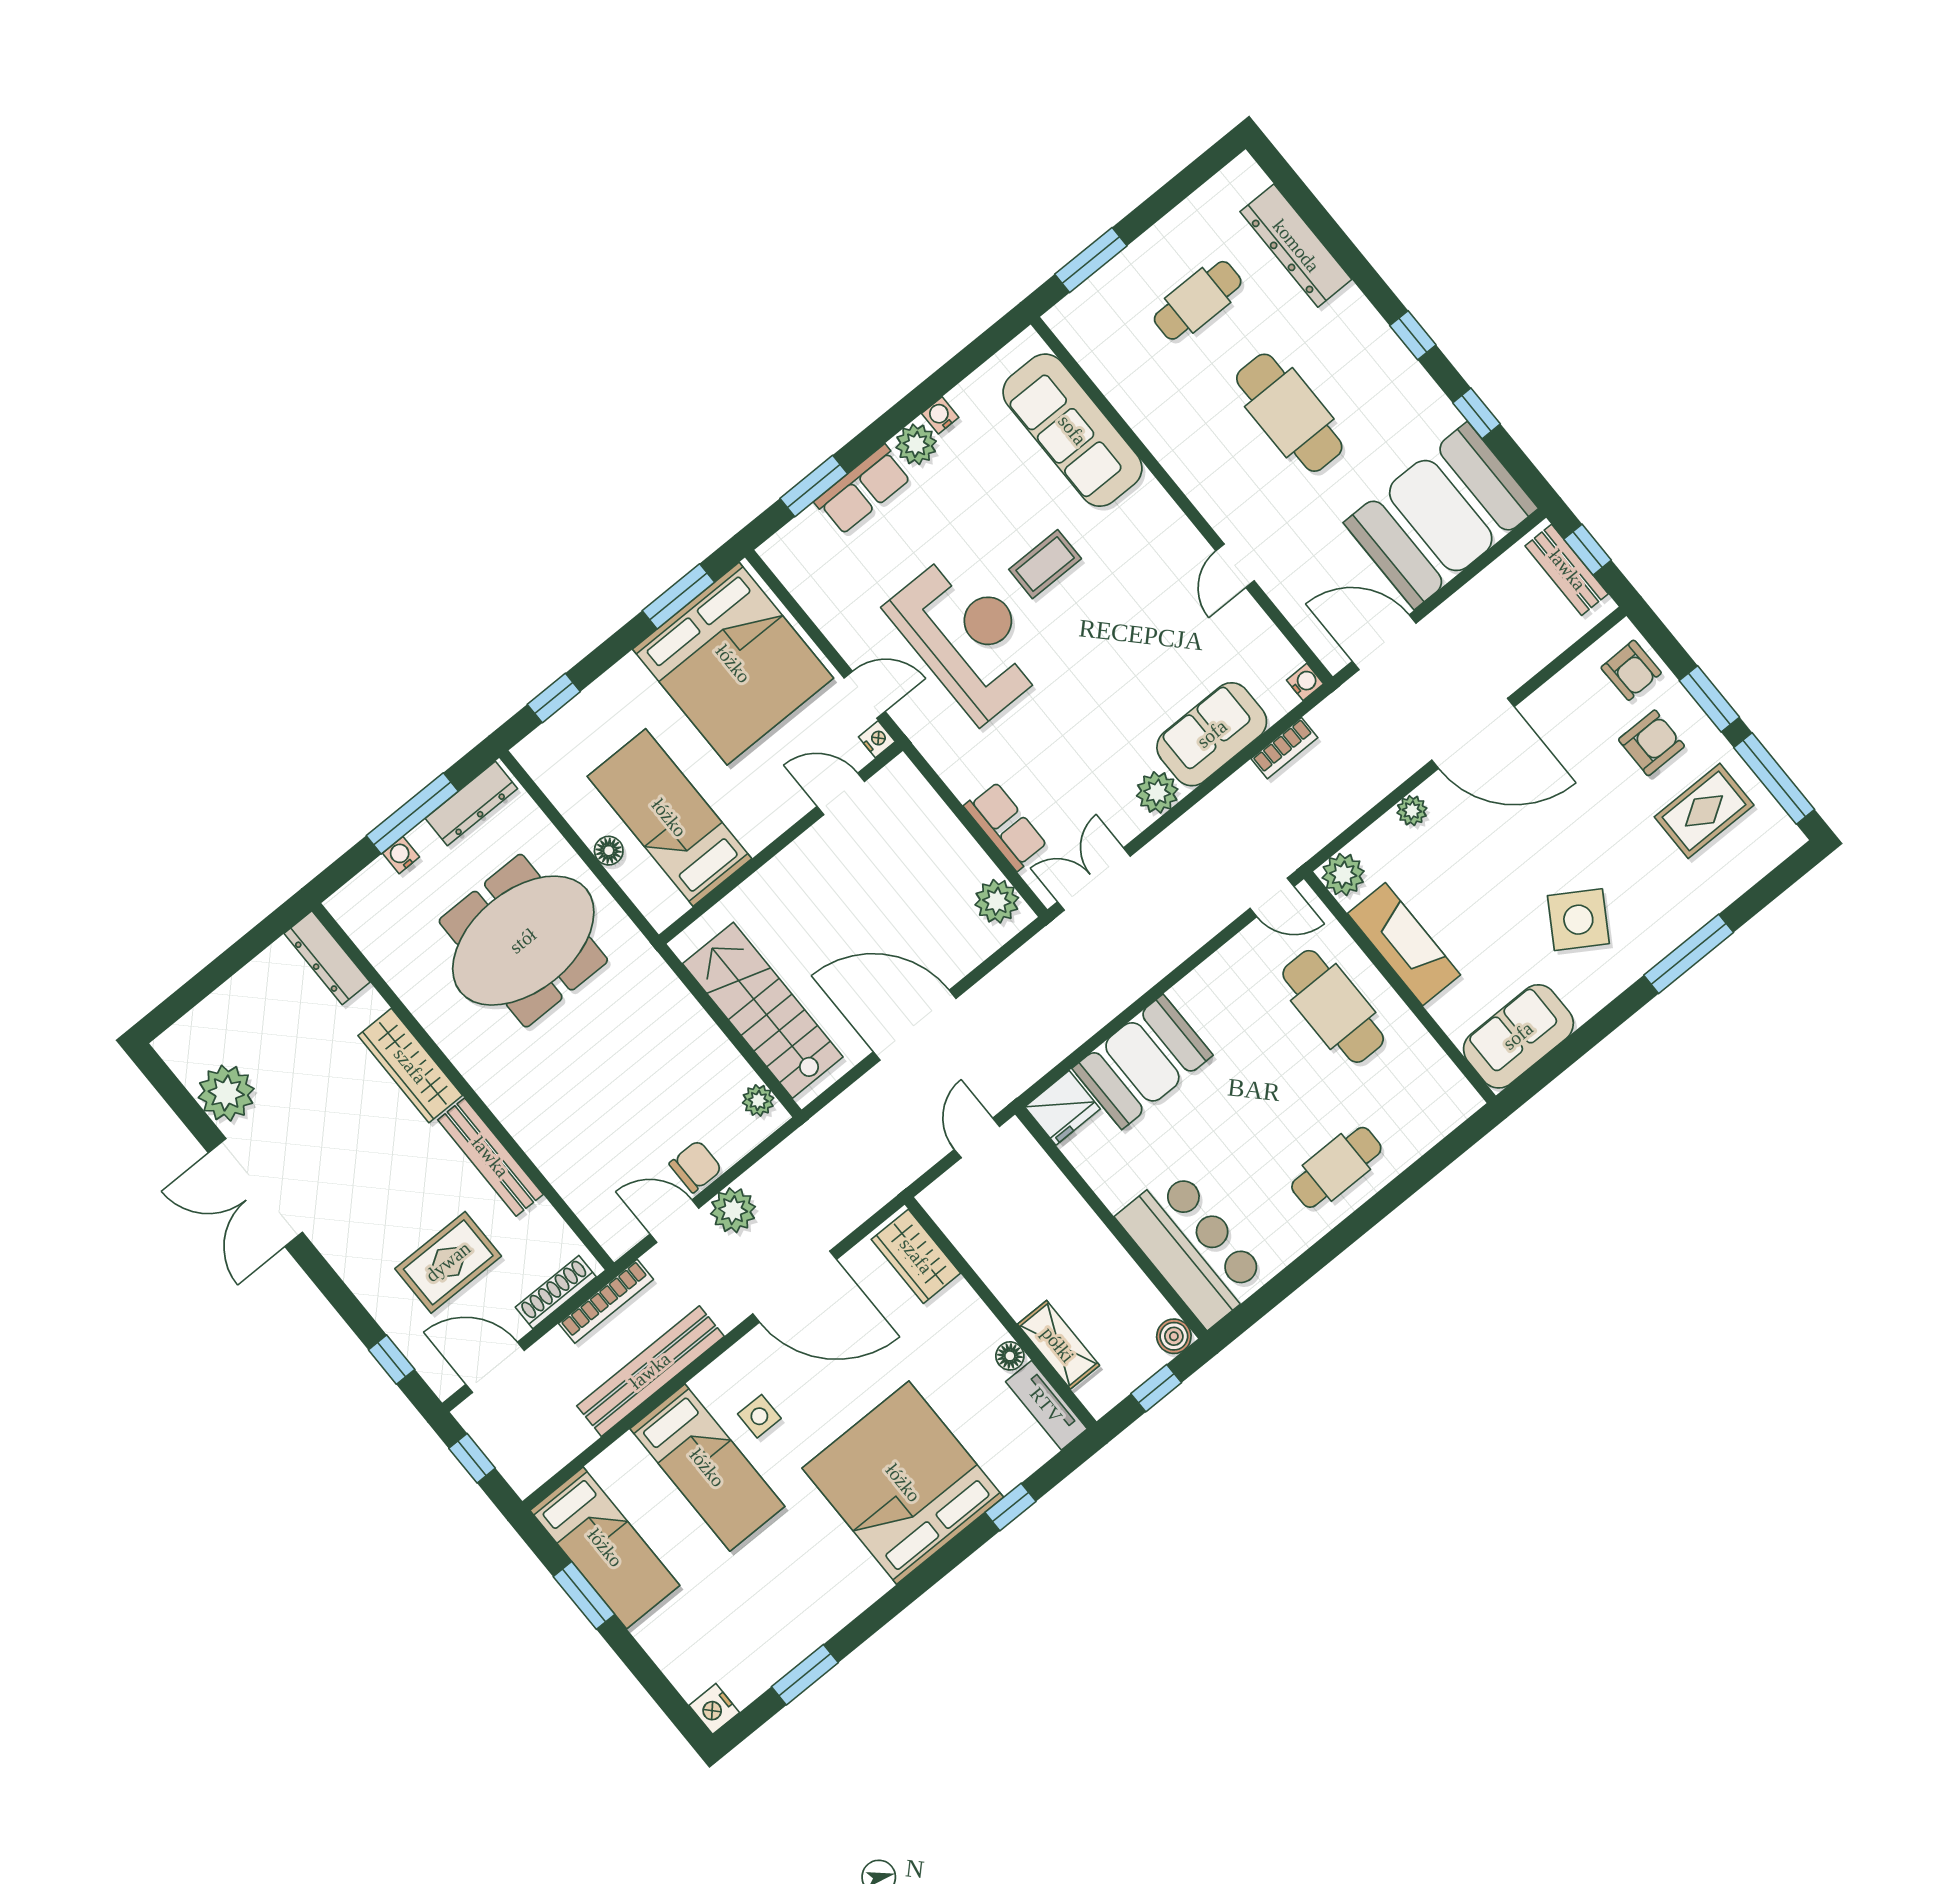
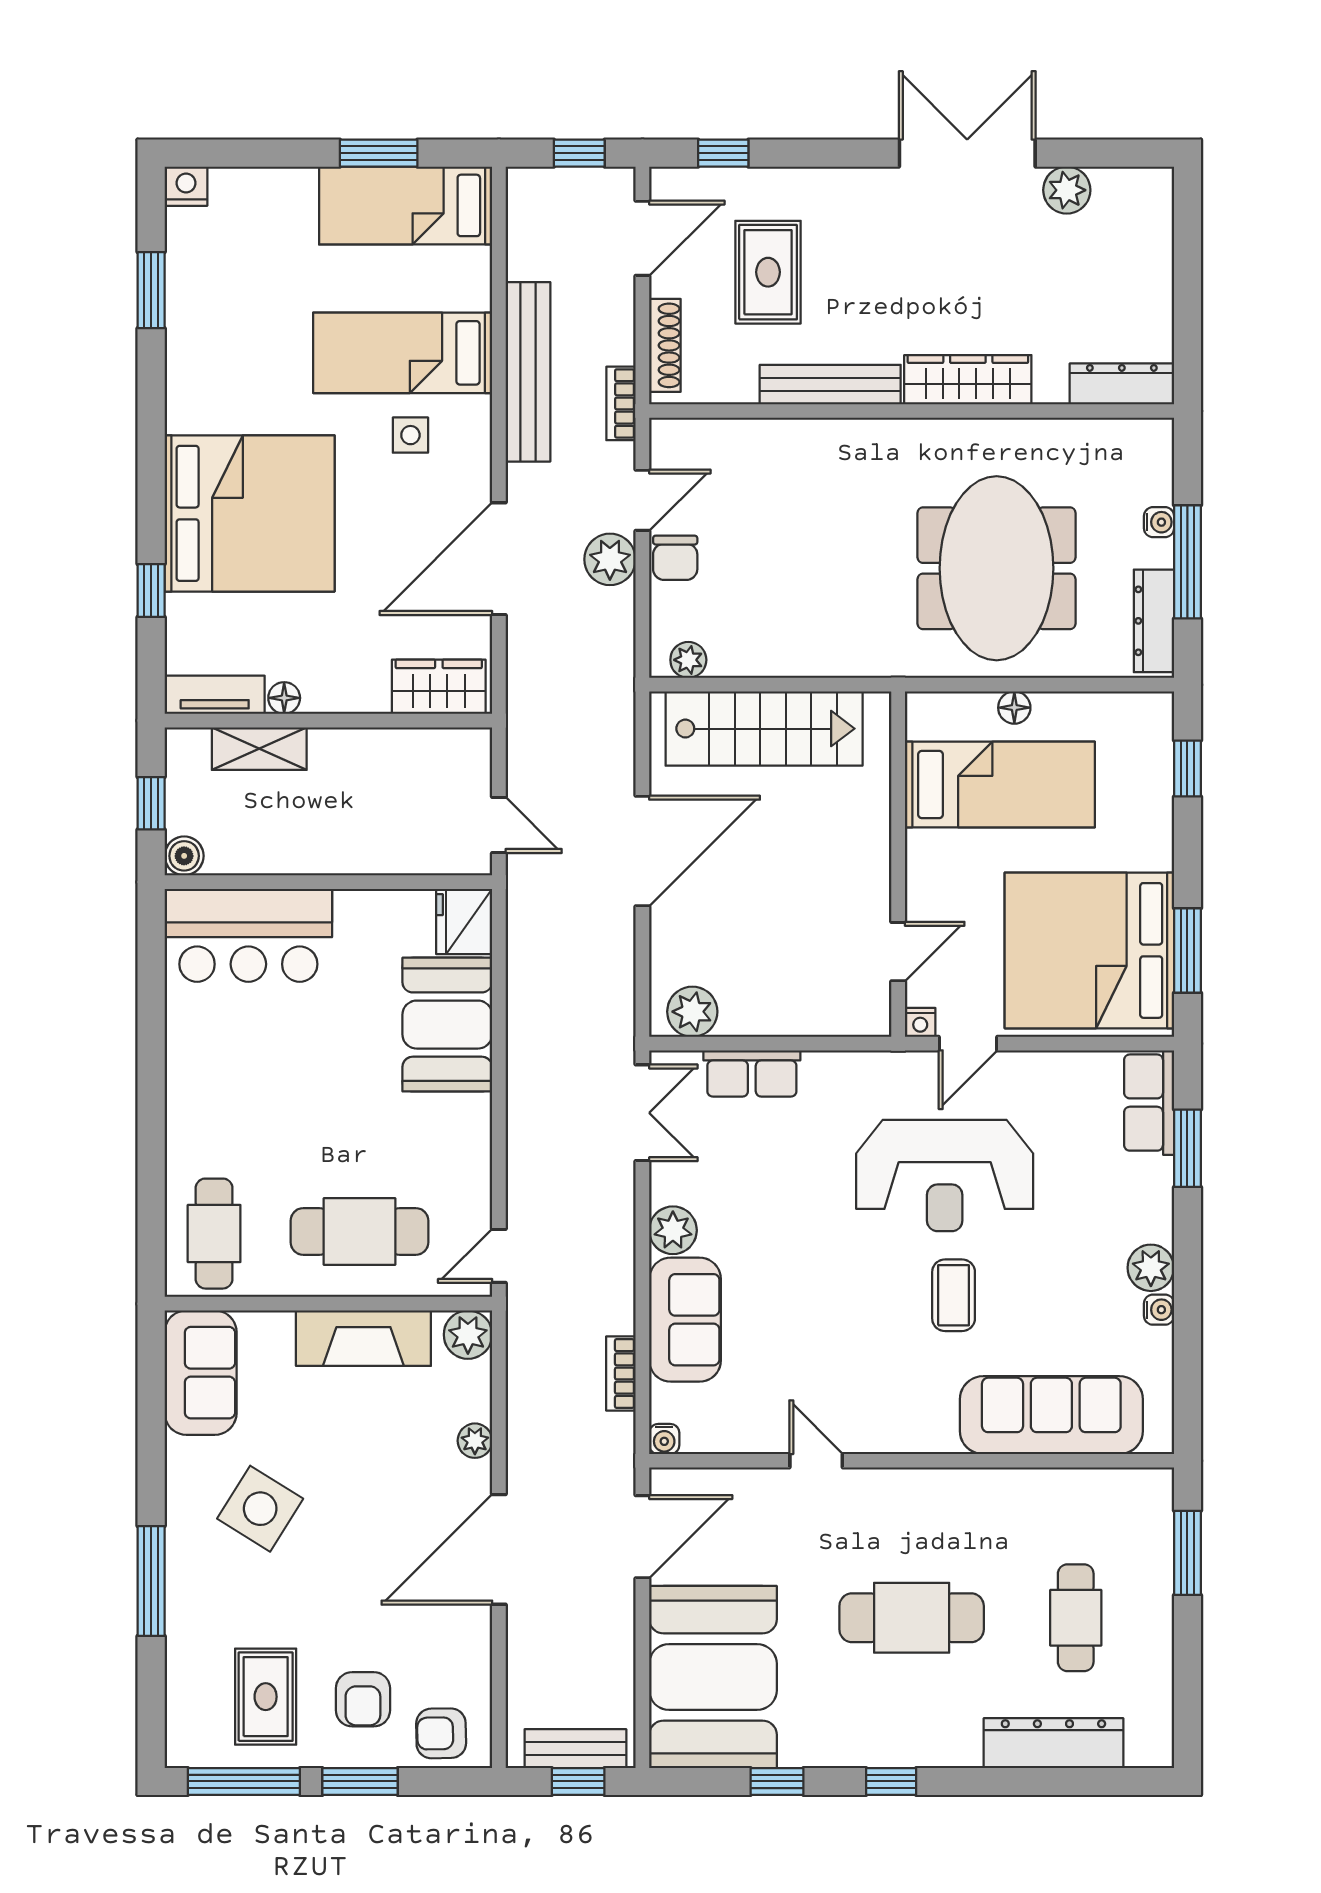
row of seats: (863, 490) -> (1149, 1103), moved
plant: (226, 1093) -> (1067, 190), width x0.73, depth x0.73
cafe table: (1336, 1167) -> (214, 1234), moved
bookcase: (606, 1301) -> (621, 403), width x0.64

